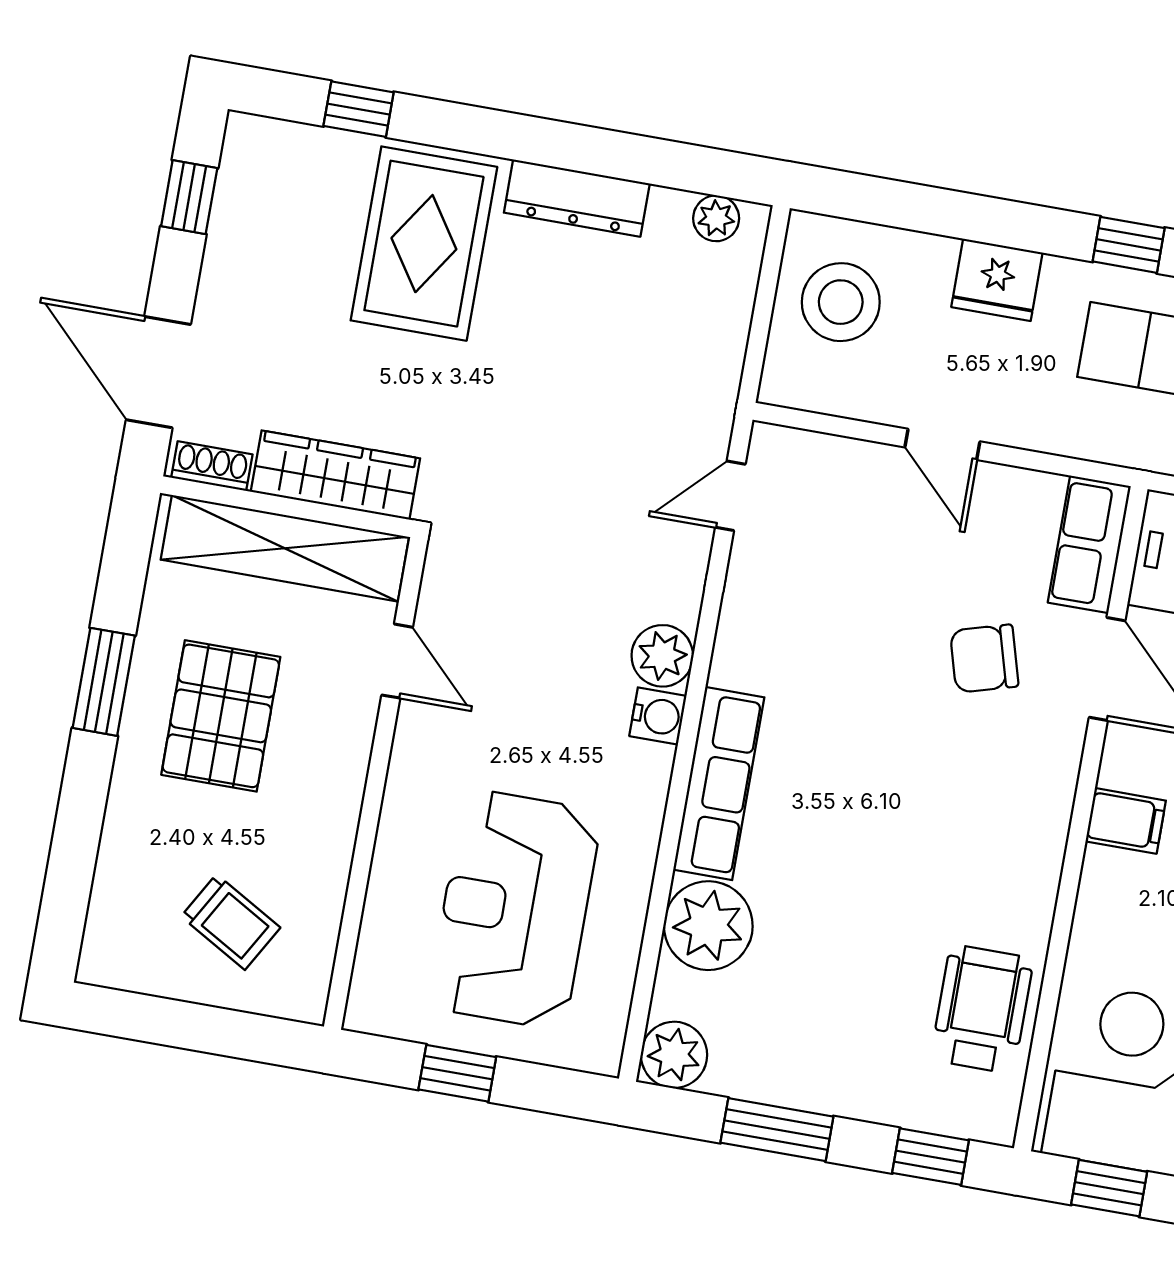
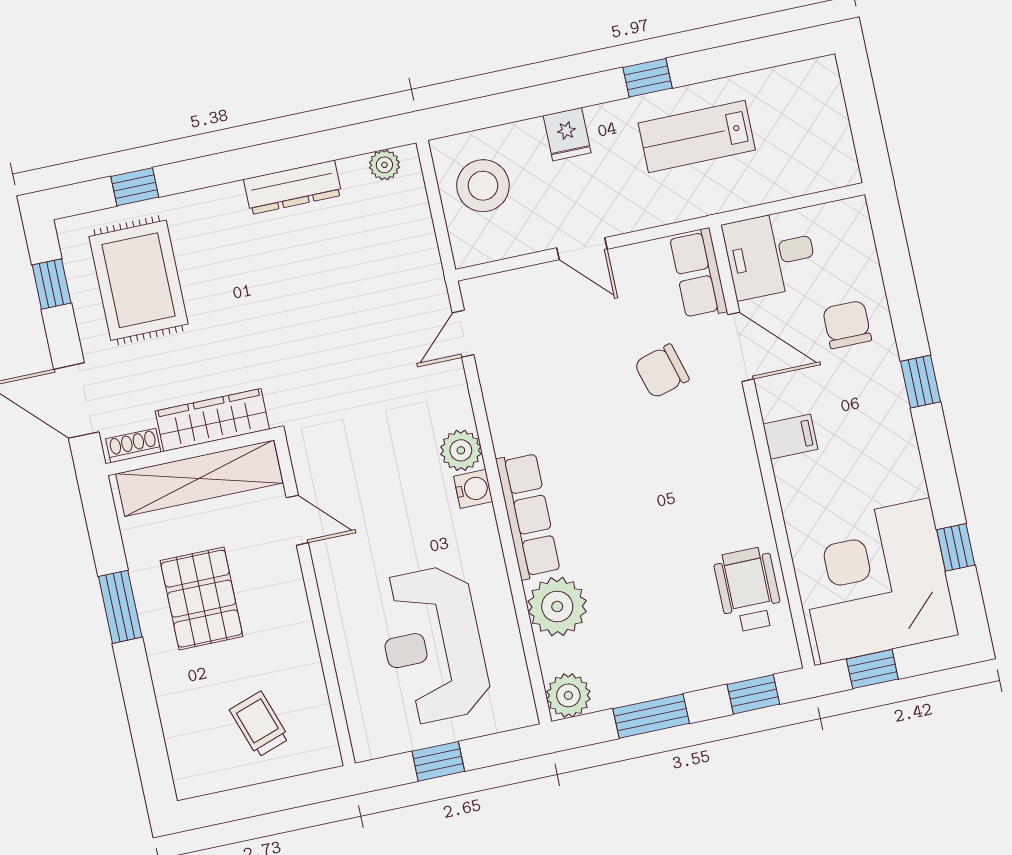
rug: (424, 244) -> (139, 280), moved
fridge: (997, 280) -> (567, 134), width x0.72
trolley: (231, 922) -> (259, 724), turned -139

